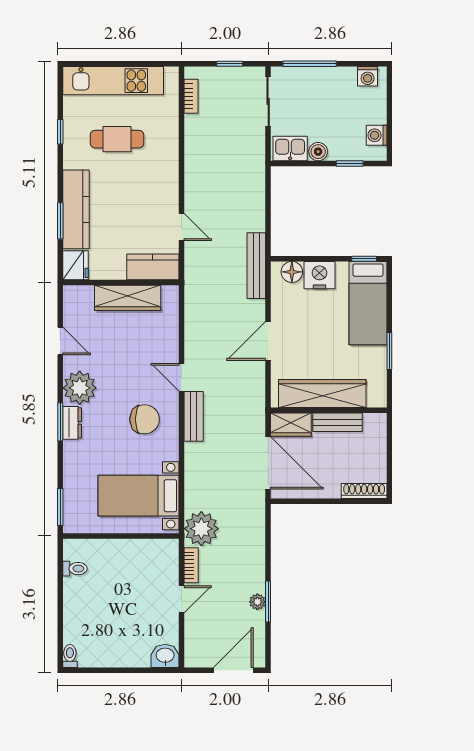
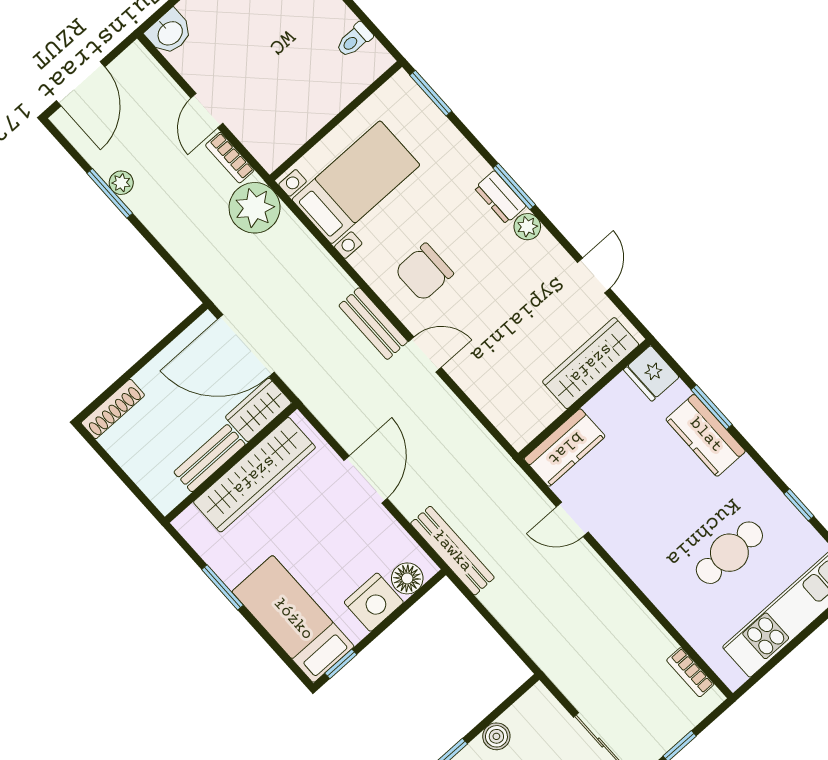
kitchen sink: (290, 148) -> (530, 712), removed
kitchen counter: (76, 209) -> (706, 435), width x0.67
wardrobe: (128, 298) -> (591, 363), moved
door: (60, 341) -> (594, 275), swing flipped
plant: (80, 388) -> (527, 227), width x0.53, depth x0.53

